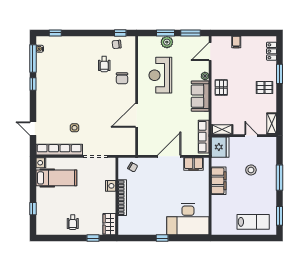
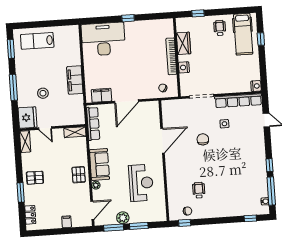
plant: (167, 42) -> (123, 218), moved
chair: (122, 78) -> (203, 139), moved
fridge: (220, 147) -> (28, 118), moved, turned 180
hospital bed: (56, 178) -> (243, 34), moved, turned -90
wardrobe: (109, 224) -> (184, 43), moved

